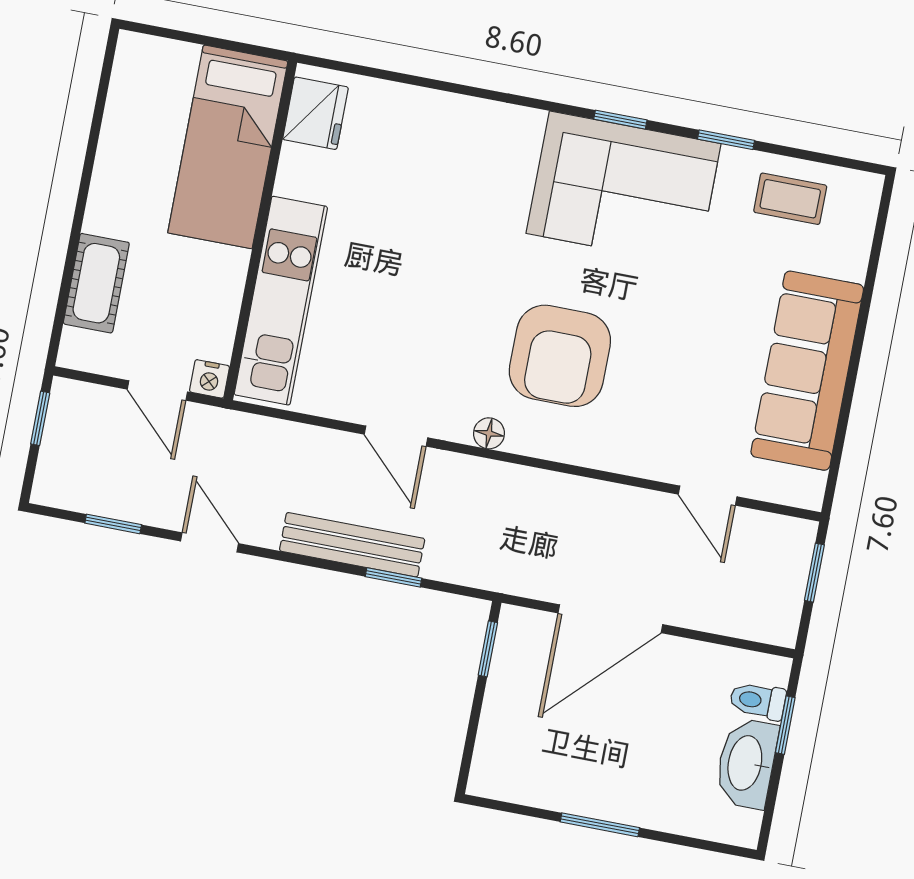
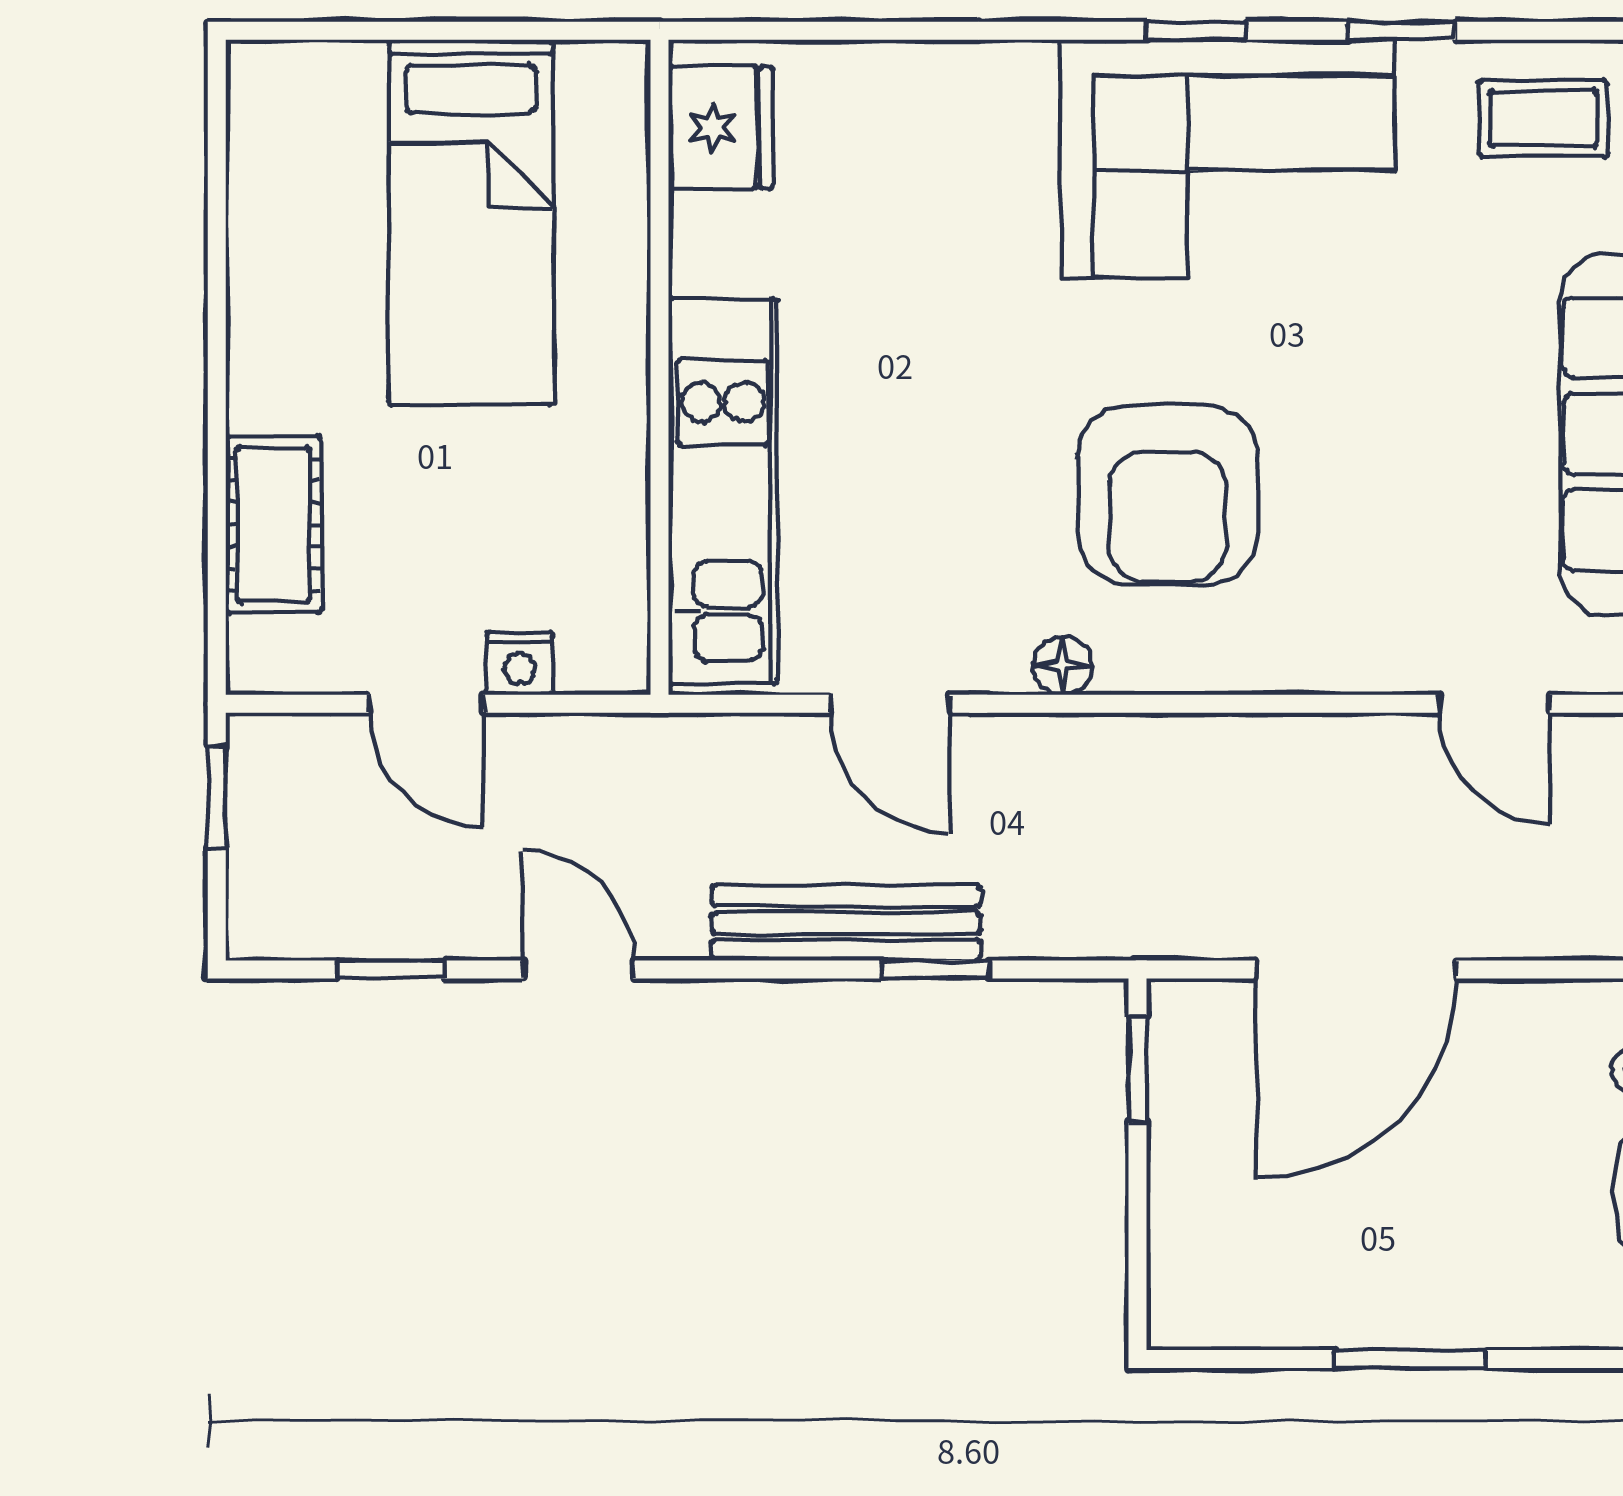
fridge: (316, 113) -> (721, 128), moved
wall: (260, 231) -> (659, 367), moved
kitchen unit: (281, 301) -> (723, 491), moved

